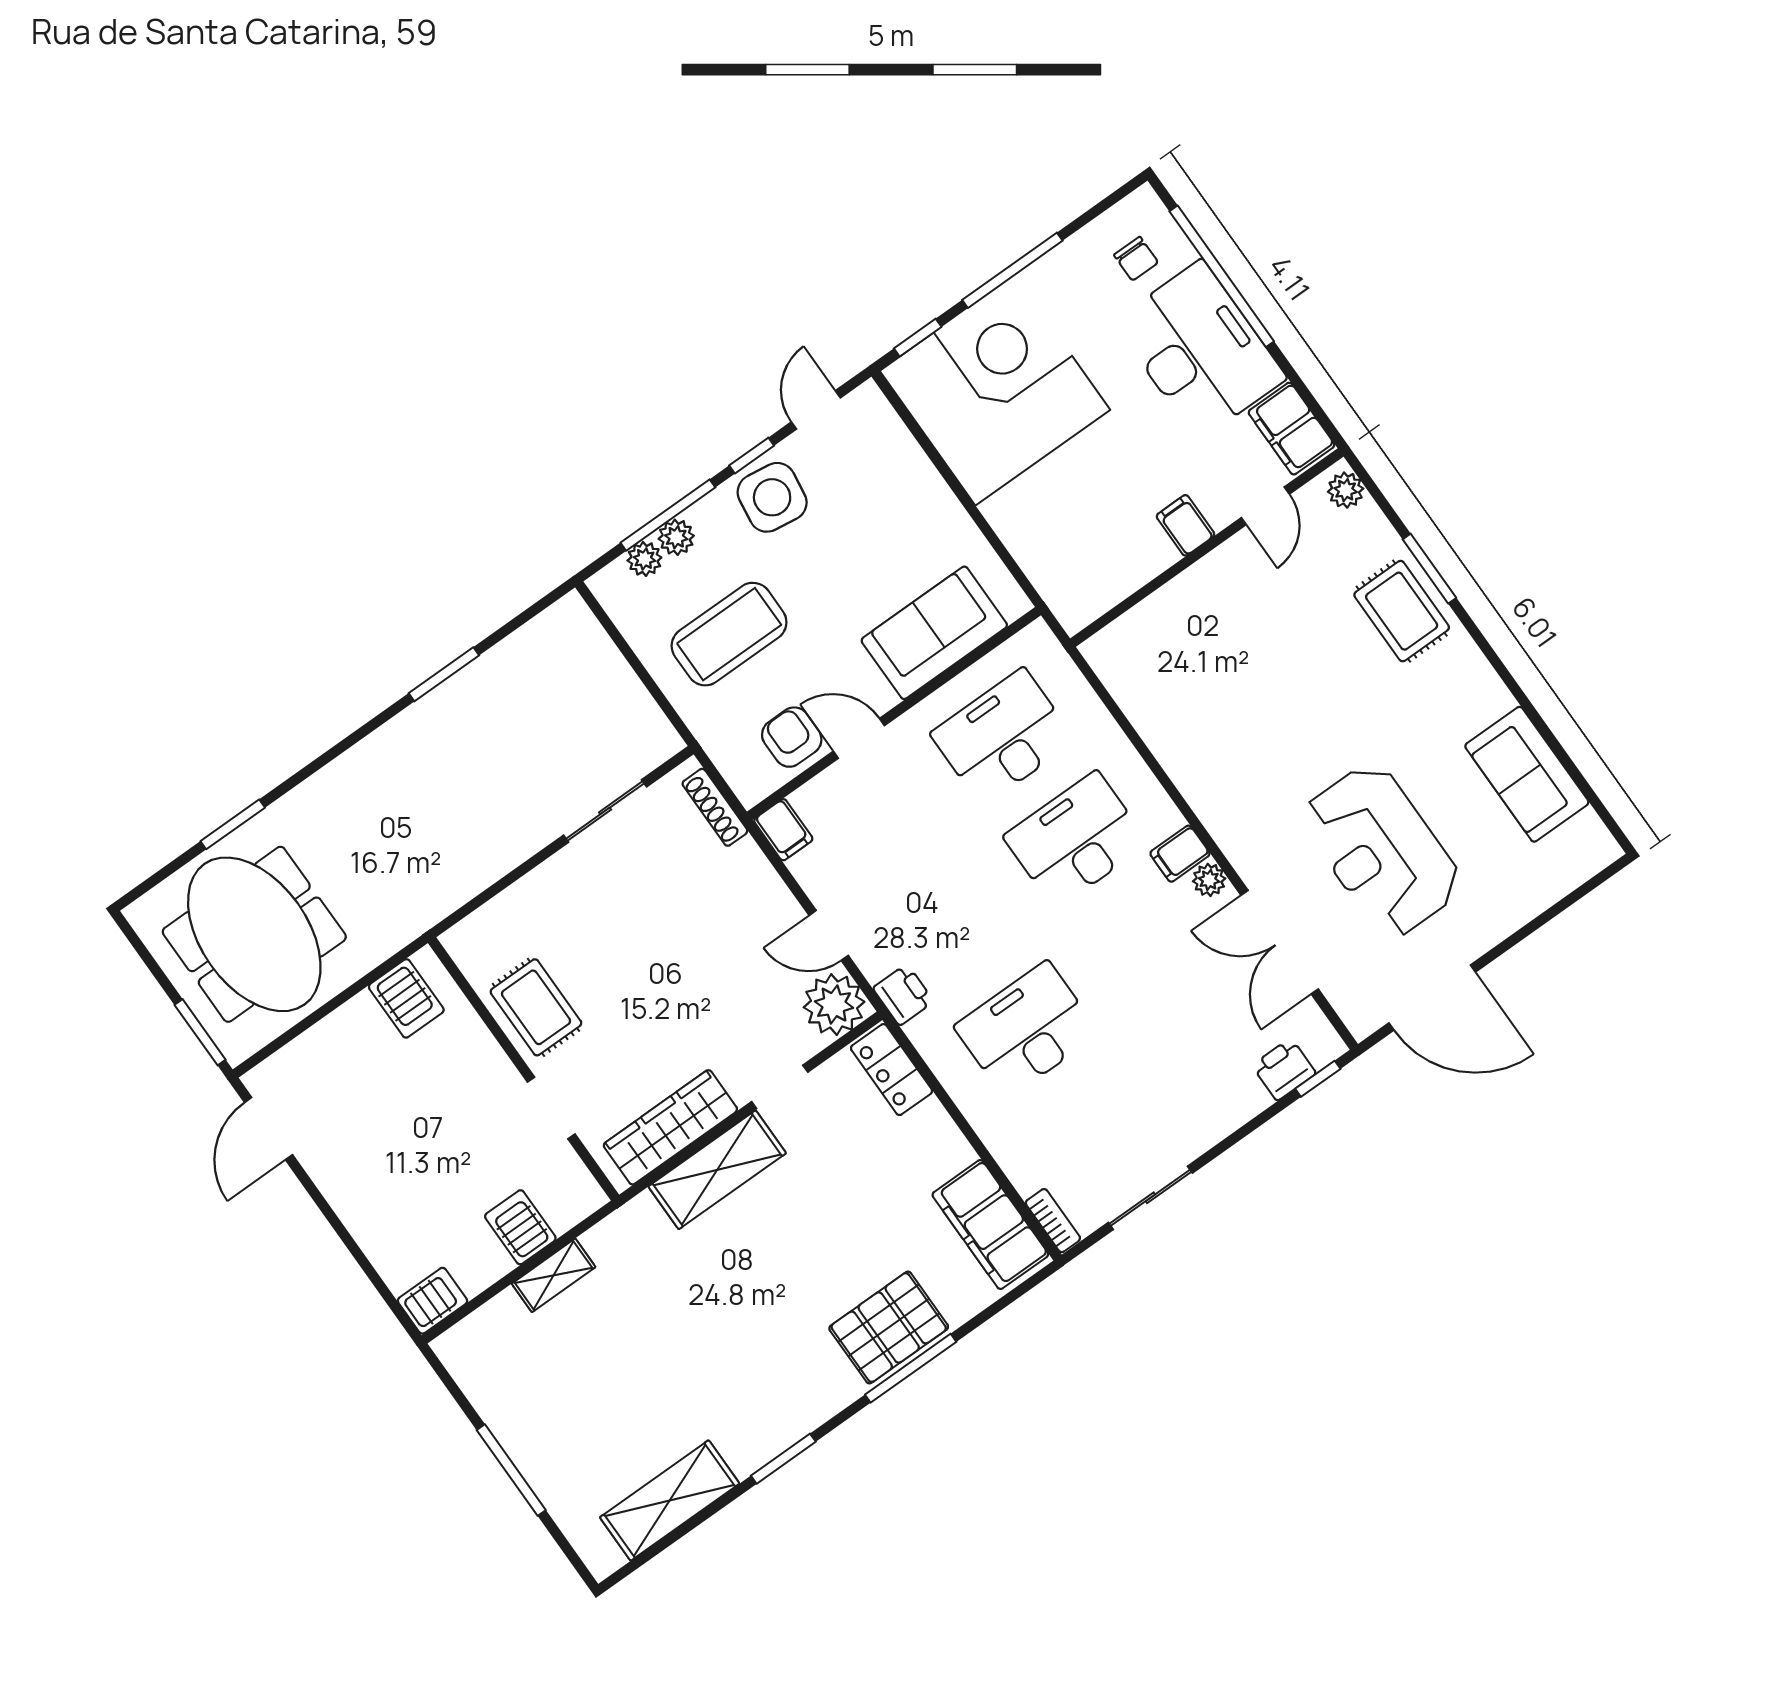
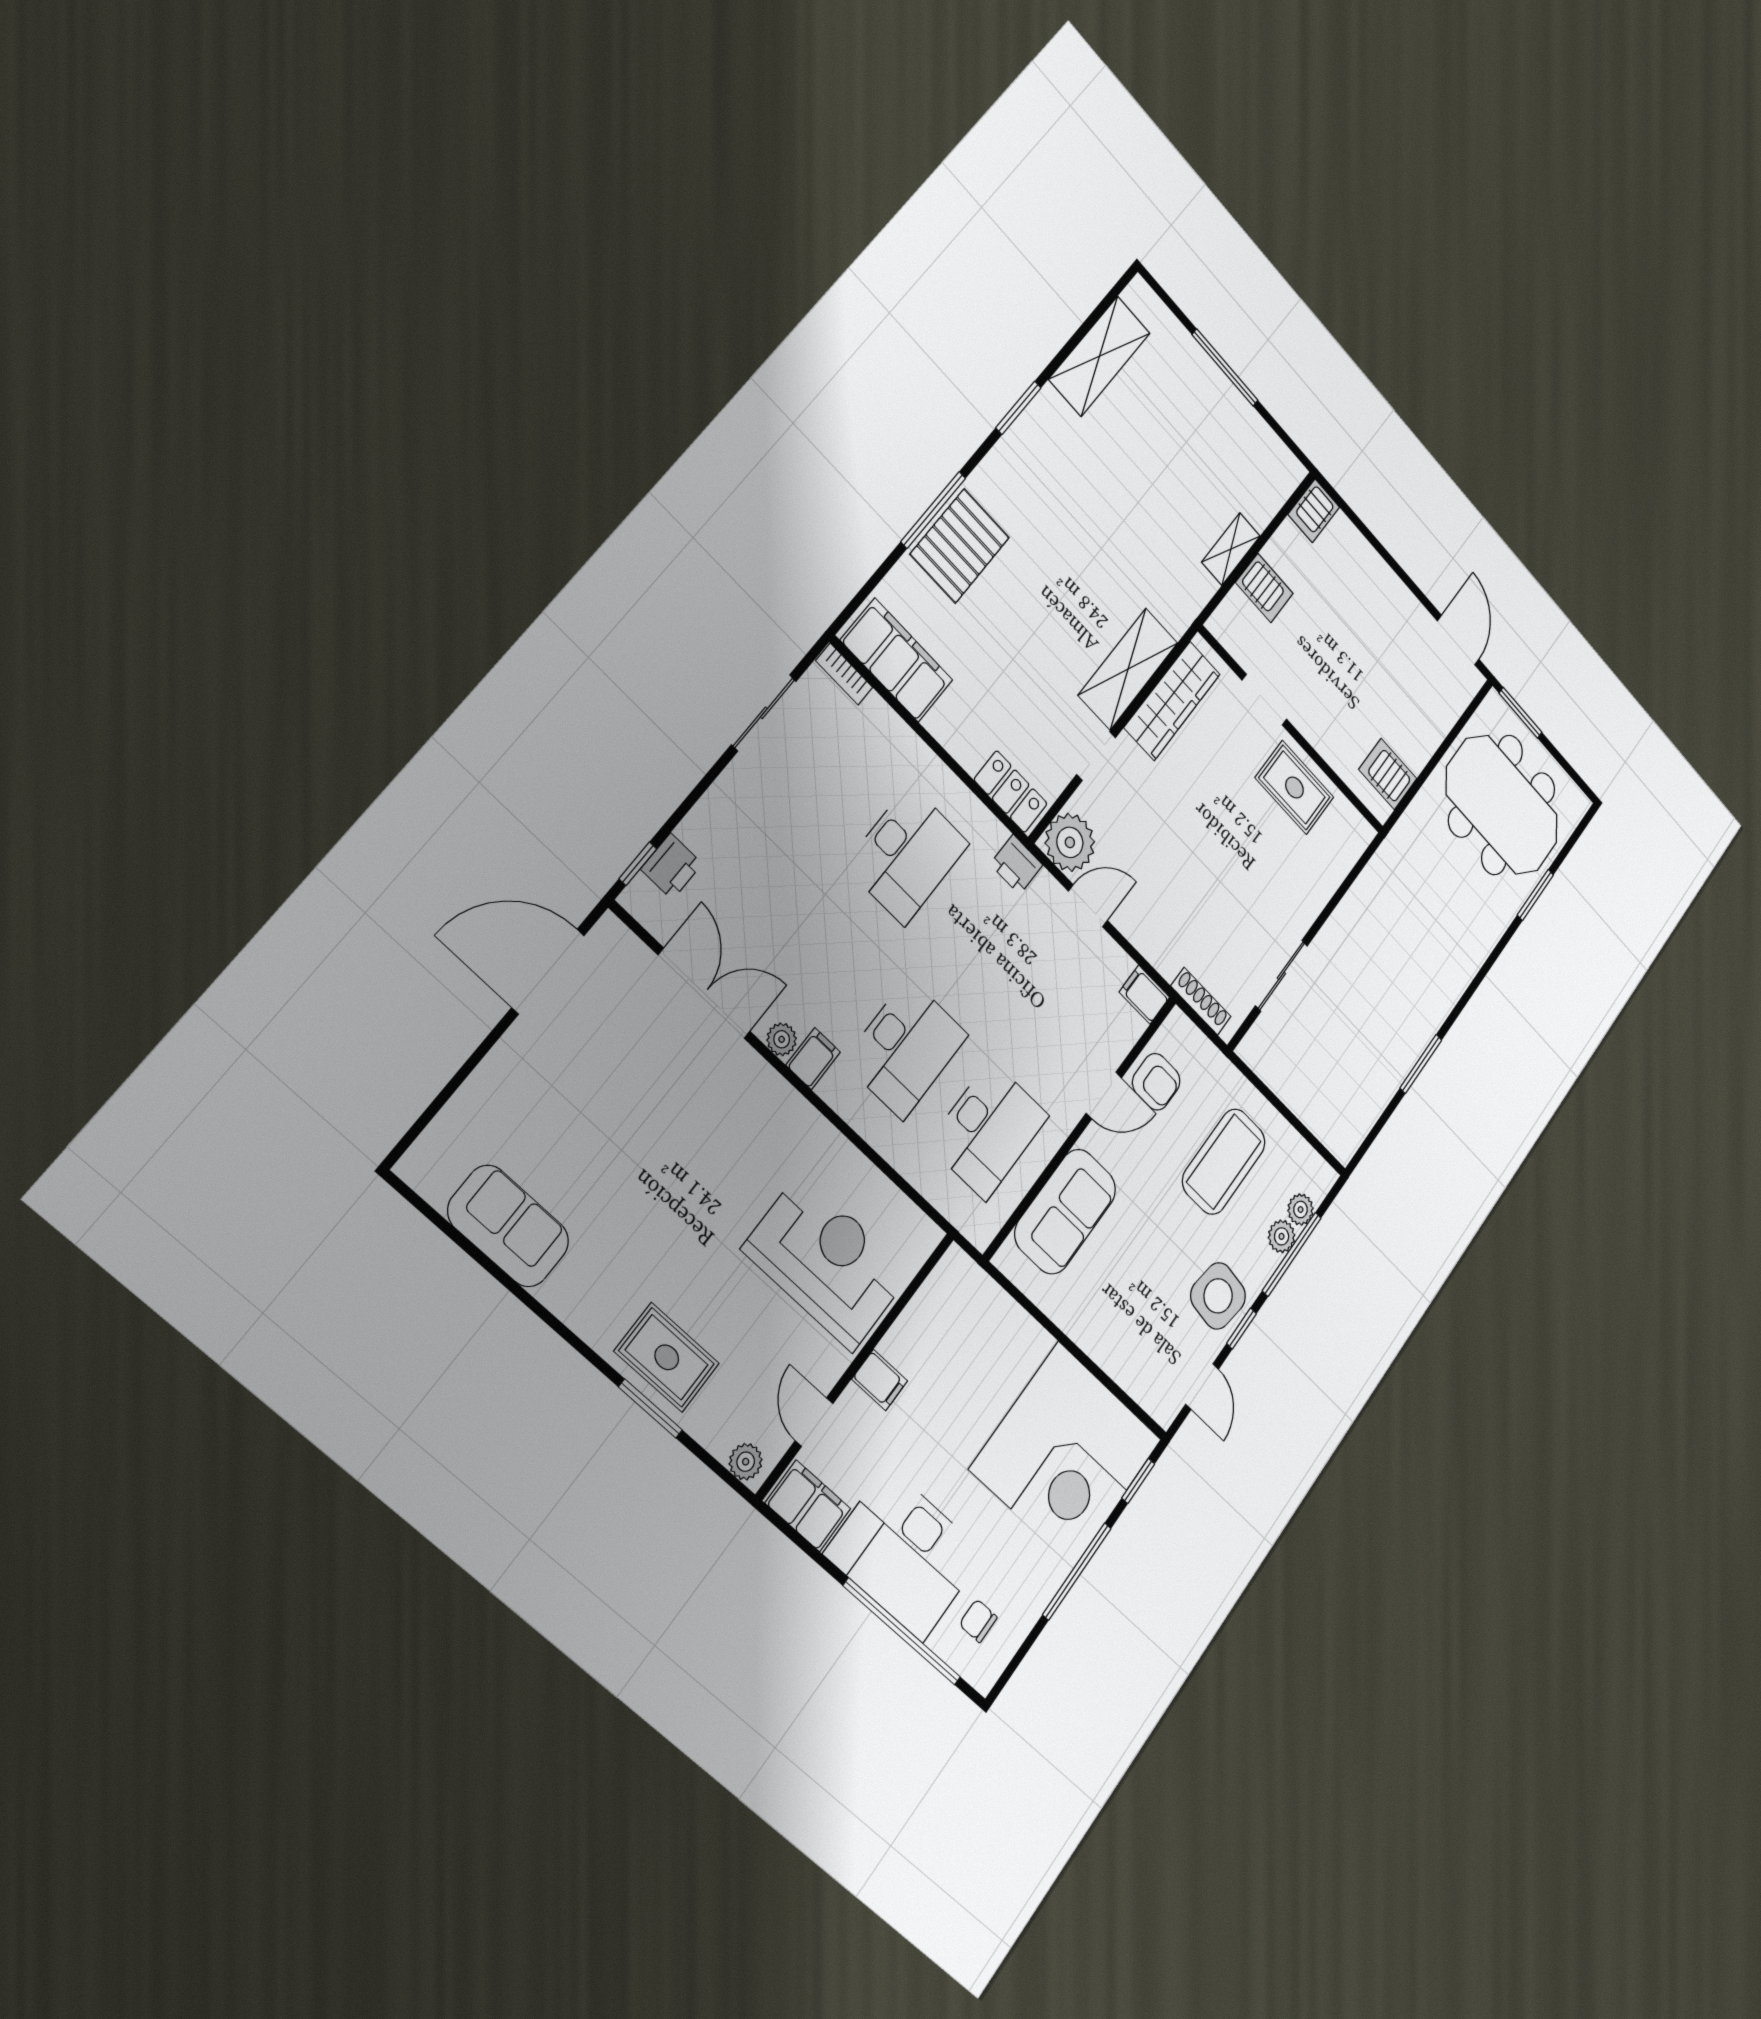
reception desk: (1382, 851) -> (827, 1262), moved

